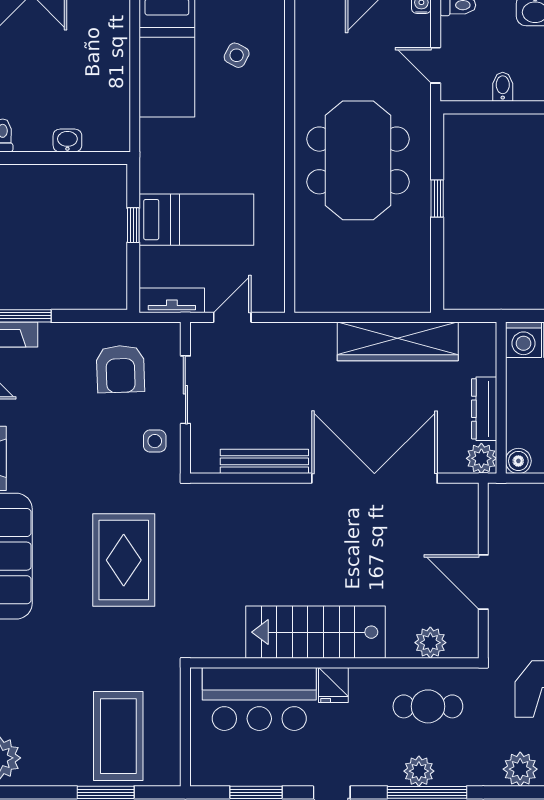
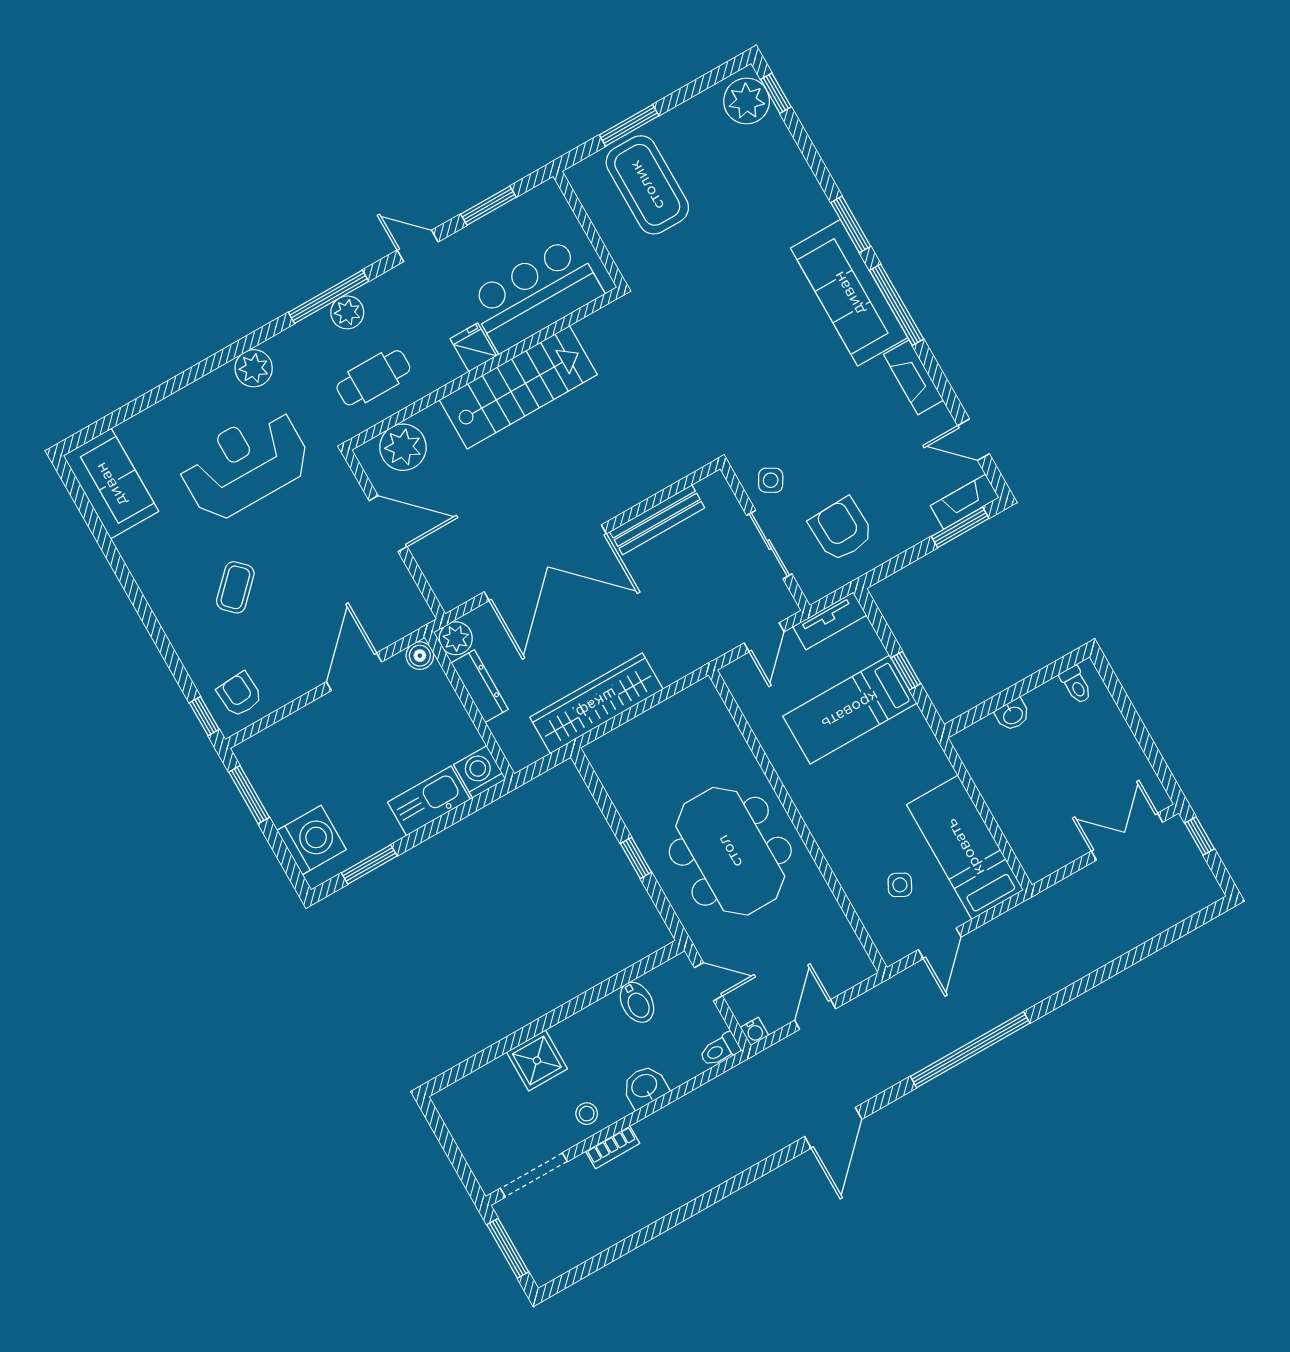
bidet: (503, 87) -> (637, 1002), width x1.38, depth x1.36
side table: (155, 441) -> (771, 480), turned 31
rug: (124, 560) -> (736, 352), removed
plant: (430, 643) -> (403, 447), width x1.36, depth x1.36

